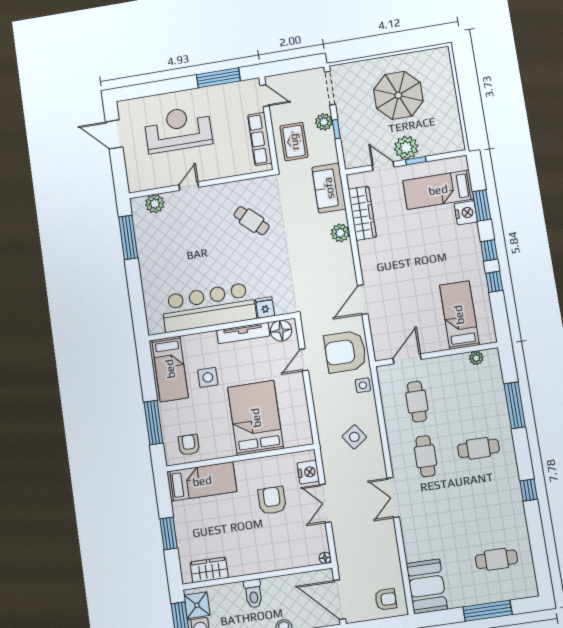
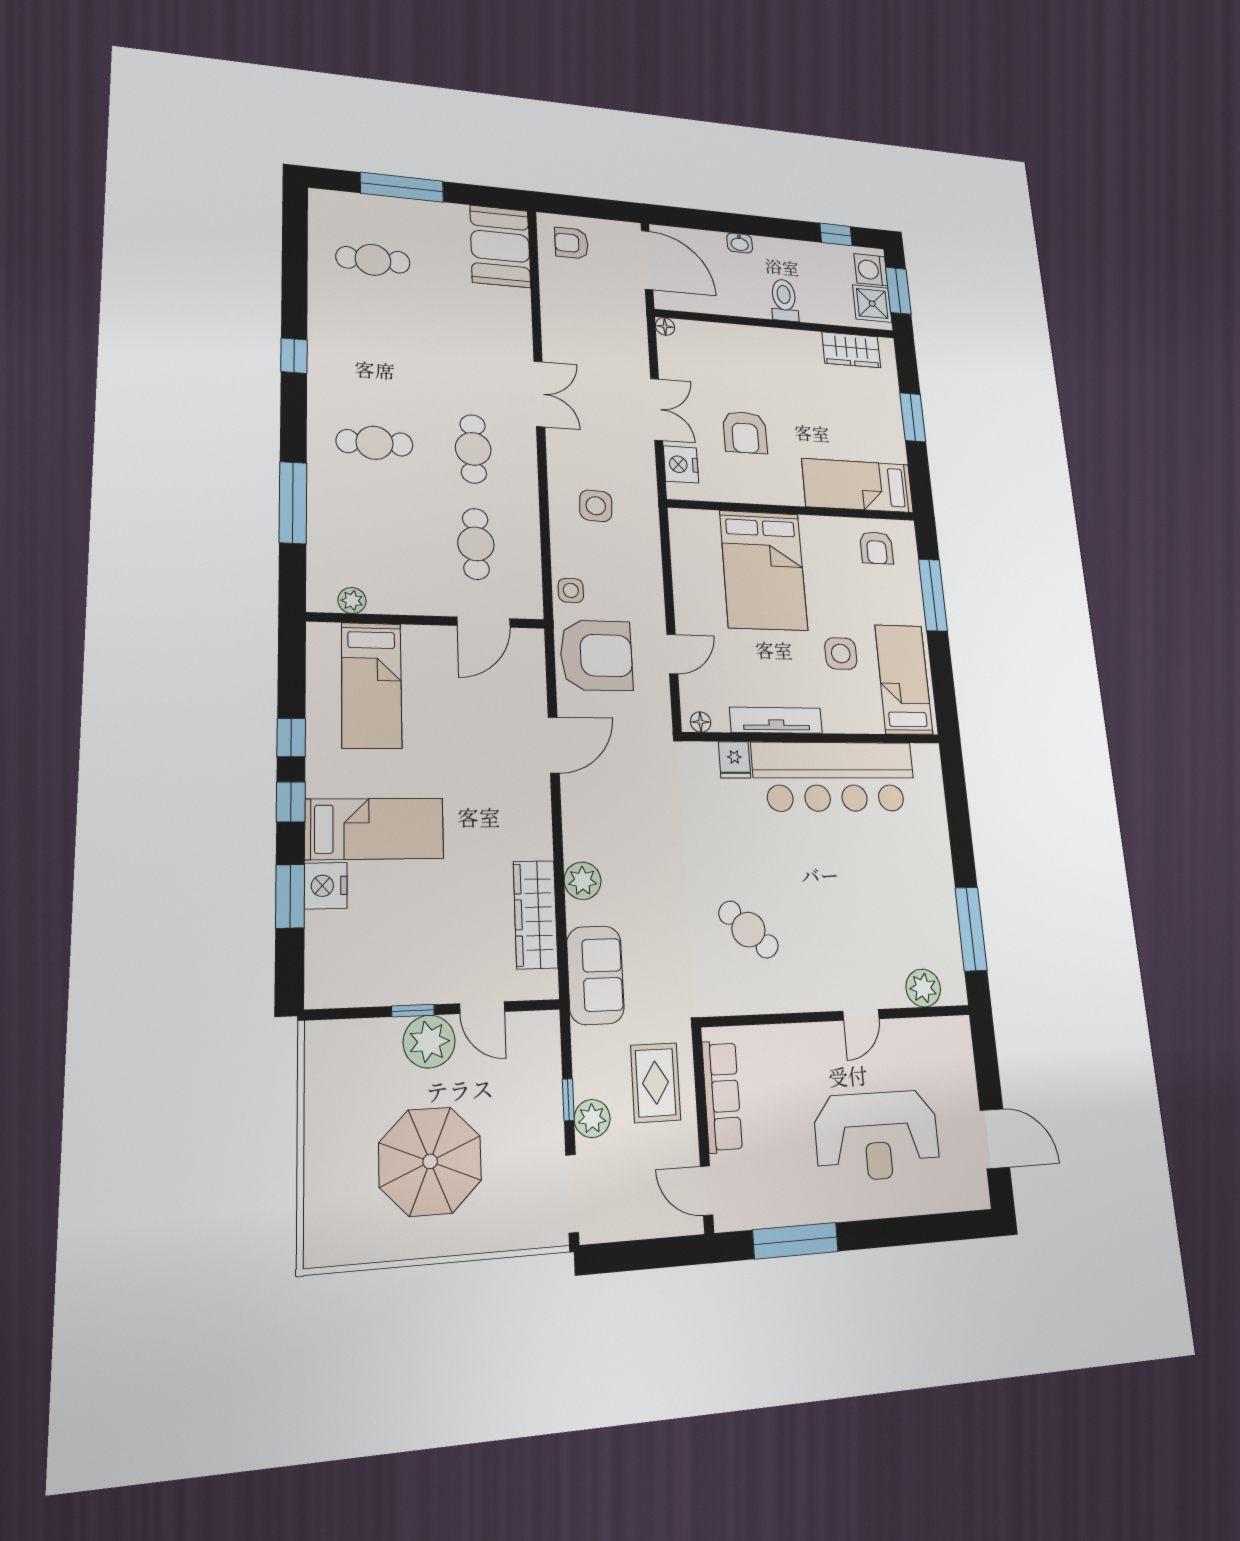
bed: (438, 190) -> (375, 829), moved
floor lamp: (281, 331) -> (701, 722), width x0.53, depth x0.53
side table: (354, 437) -> (596, 506), turned 38

